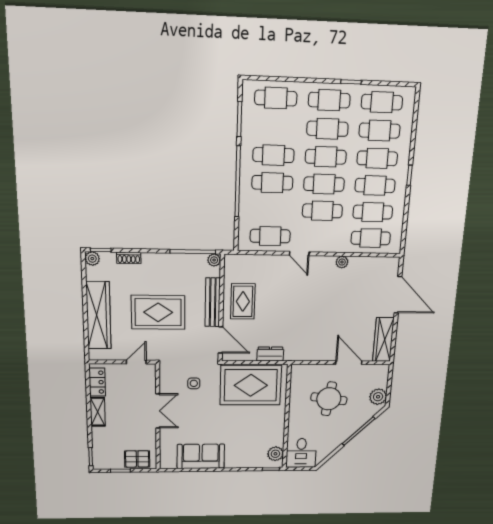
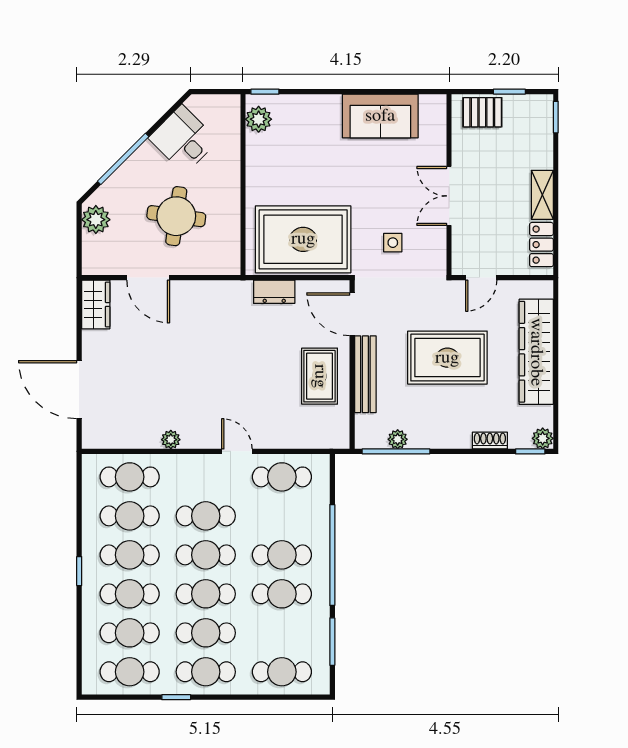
plant: (214, 260) -> (398, 439), moved
wardrobe: (383, 340) -> (96, 304), width x0.67
desk: (301, 453) -> (183, 139), moved, turned -45

